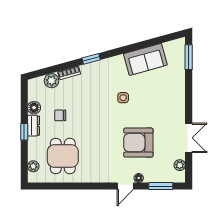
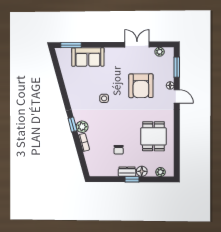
sofa: (145, 59) -> (88, 57), moved, turned 105
plant: (52, 81) -> (82, 127), moved
floor lamp: (34, 108) -> (142, 171), moved
dining table: (63, 156) -> (153, 136), moved, turned 90

